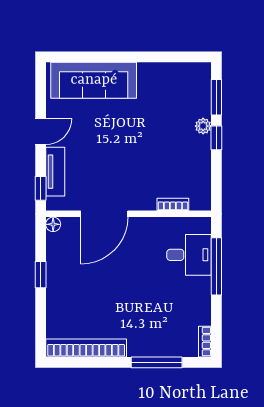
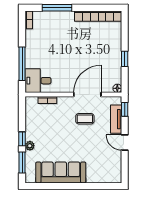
sofa: (94, 80) -> (61, 172), moved
door: (41, 131) -> (125, 143), hinge flipped
coffee table: (109, 172) -> (85, 119), added
desk: (189, 255) -> (38, 81), moved

